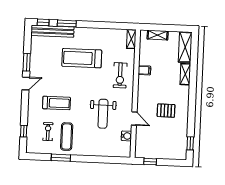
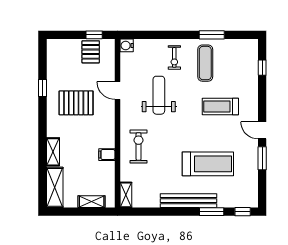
bench: (52, 31) -> (188, 201), moved
treadmill: (82, 58) -> (208, 164), moved
door: (26, 83) -> (262, 130), hinge flipped
pallet: (166, 111) -> (76, 103), width x1.50, depth x1.42
exercise bike: (48, 132) -> (174, 57), moved
water cooler: (126, 136) -> (127, 45), moved
window: (190, 143) -> (43, 88), moved
pallet: (153, 149) -> (91, 52), added

